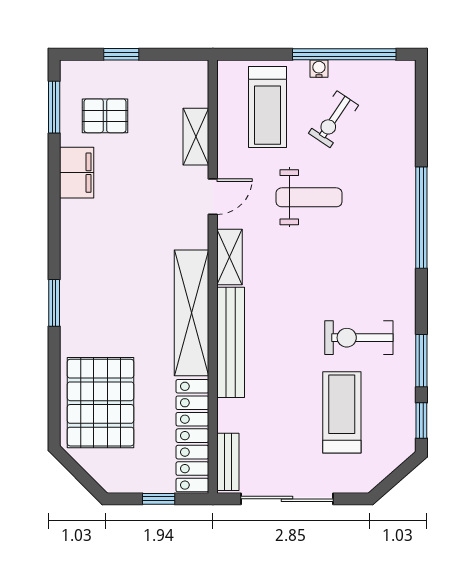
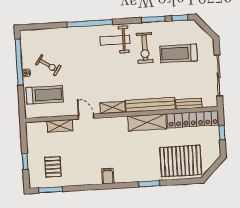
filing cabinet: (77, 173) -> (108, 176), moved, width x0.50
weight bench: (309, 197) -> (115, 40), moved, turned -90
window: (54, 303) -> (149, 184), moved
shelving: (192, 313) -> (147, 122), width x0.68
bench: (228, 462) -> (189, 104), moved

